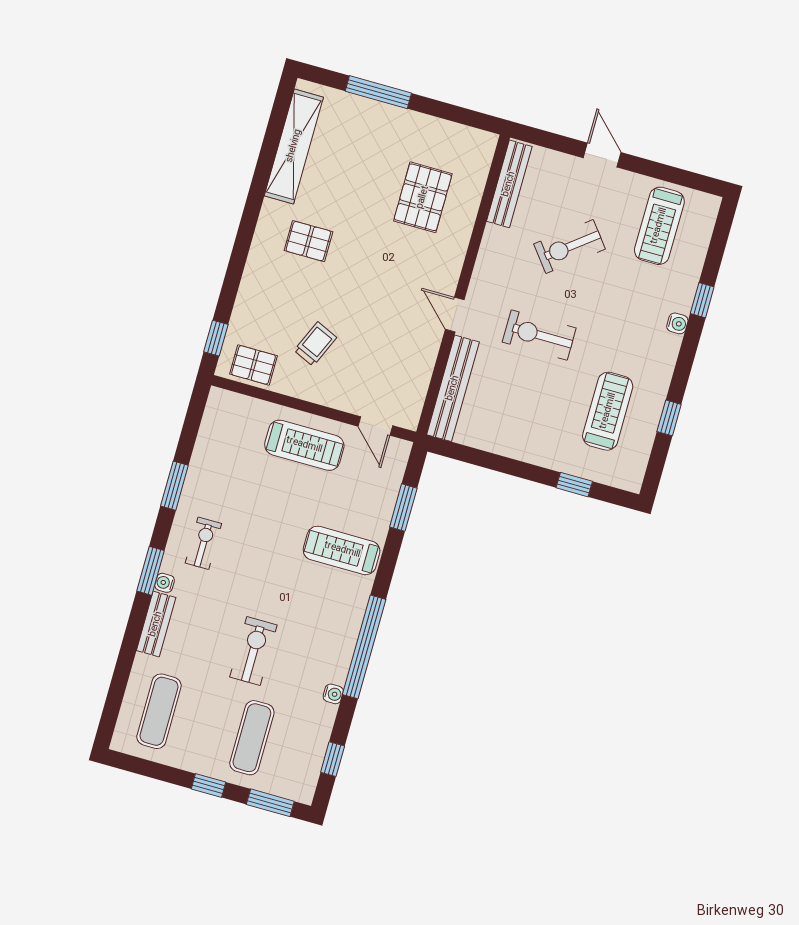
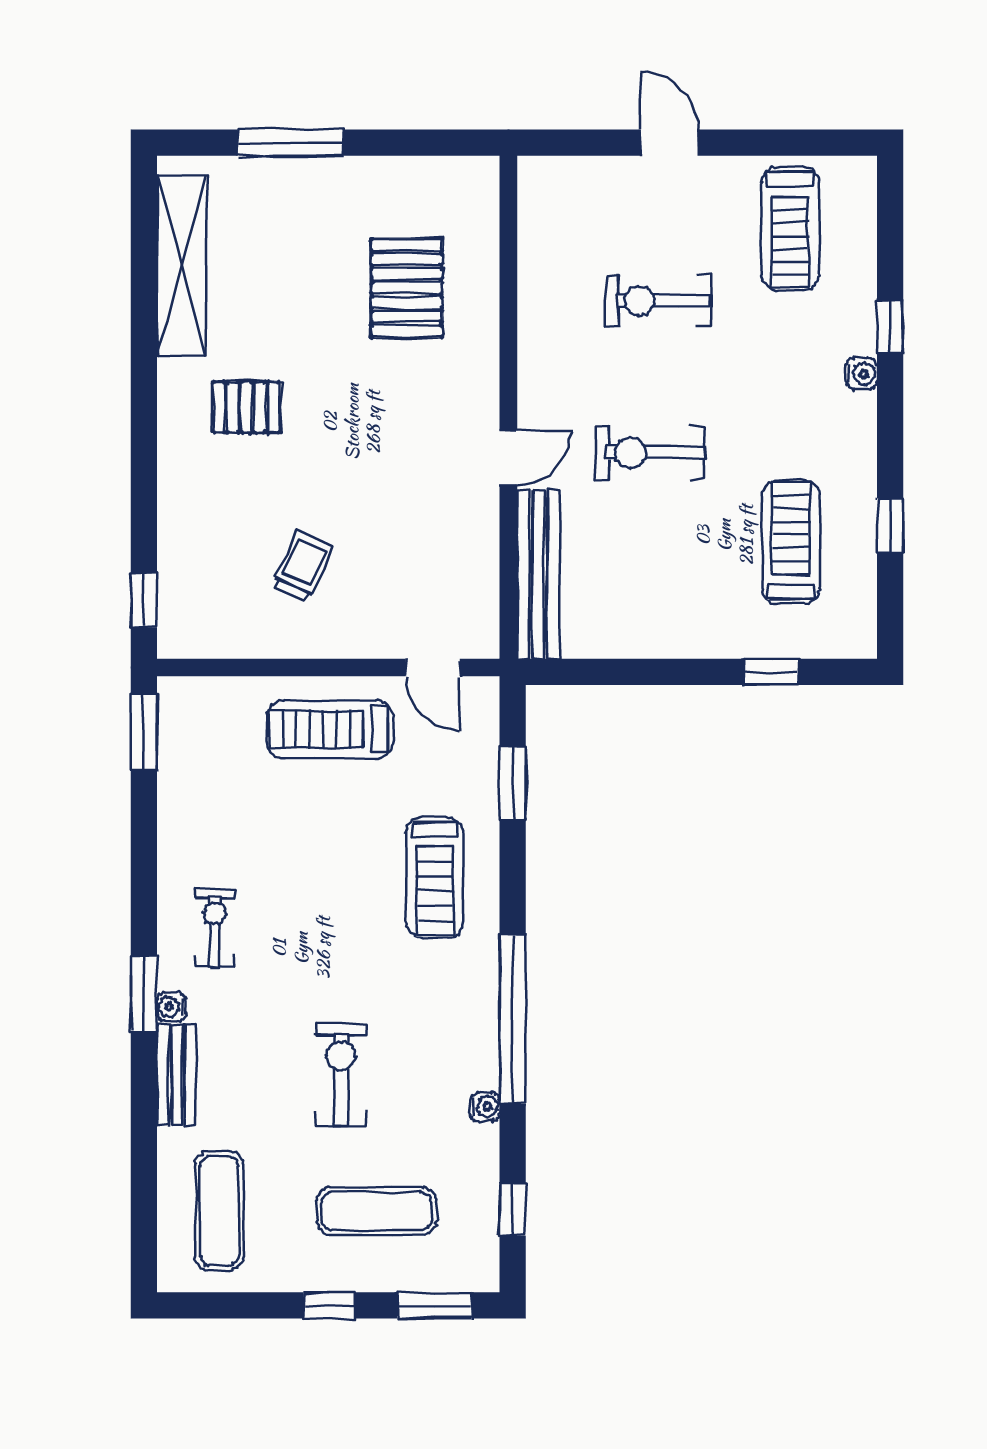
bench: (509, 184) -> (536, 229), removed
exercise bike: (569, 247) -> (658, 301), turned 38
door: (455, 315) -> (508, 458), swing flipped
pallet: (254, 365) -> (215, 626), removed
treadmill: (304, 445) -> (330, 729), turned 180
window: (174, 486) -> (144, 732), moved
treadmill: (342, 550) -> (435, 878), turned -90
exercise mat: (252, 738) -> (377, 1211), turned 90

